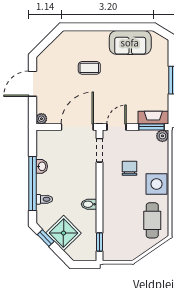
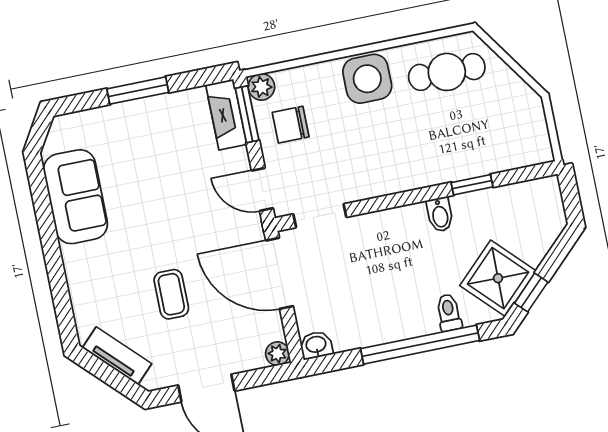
tv unit: (55, 47) -> (117, 356), added
coffee table: (89, 68) -> (171, 294), moved
washbasin: (42, 166) -> (316, 345), moved
chair: (130, 168) -> (291, 125), moved
shower: (63, 233) -> (498, 278), moved
window: (99, 242) -> (472, 185), moved

